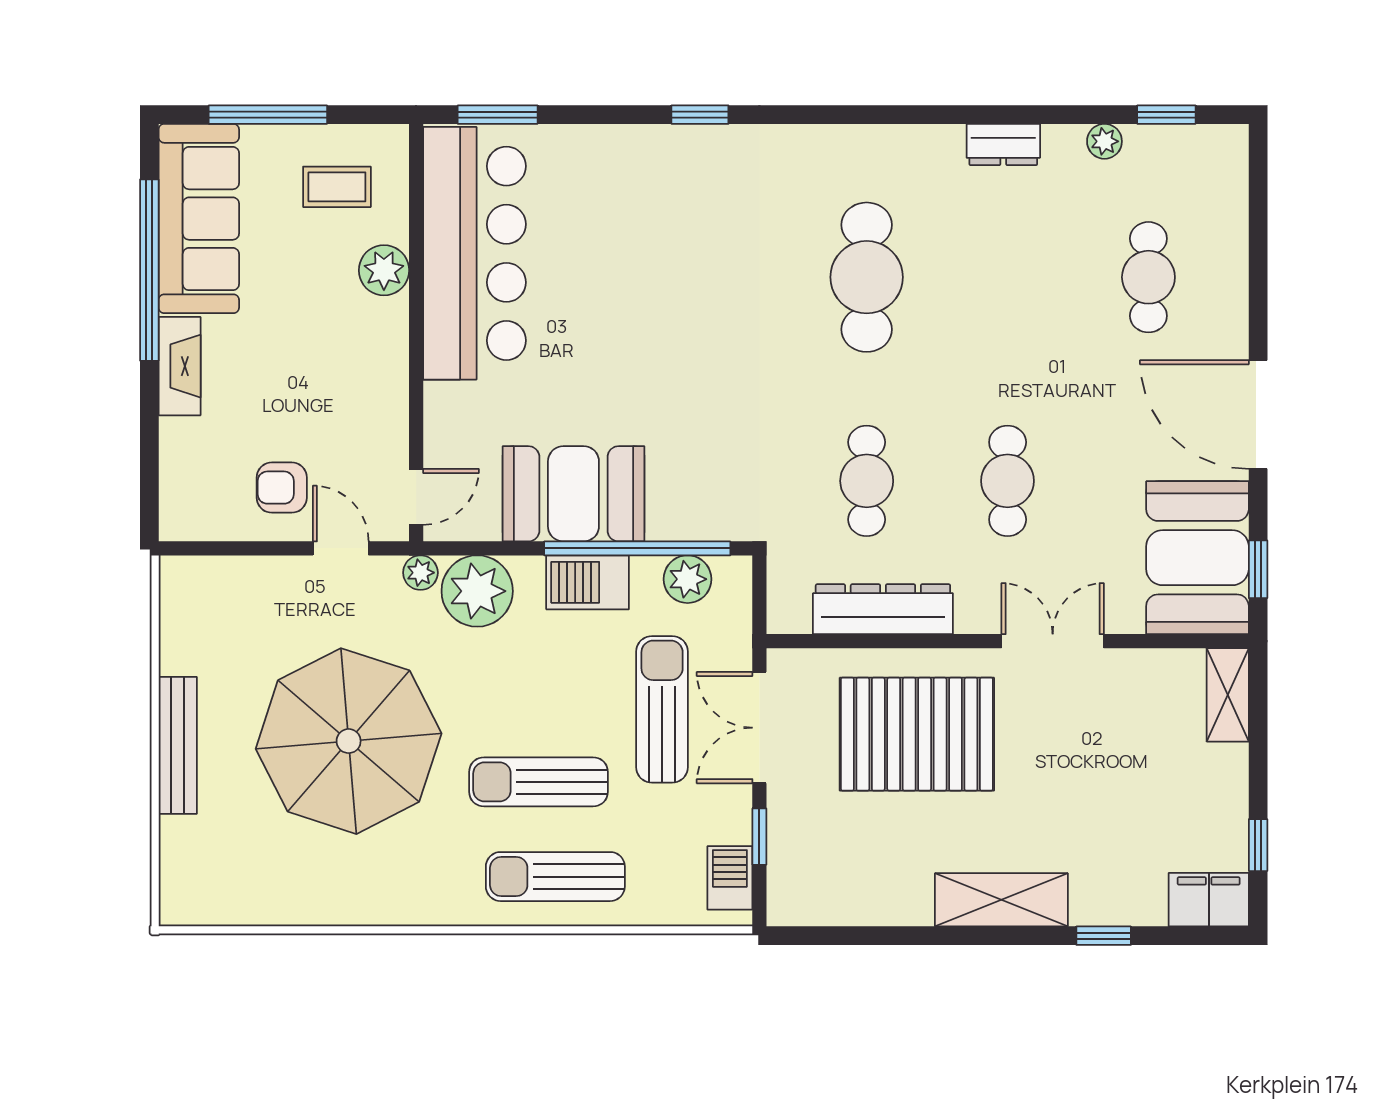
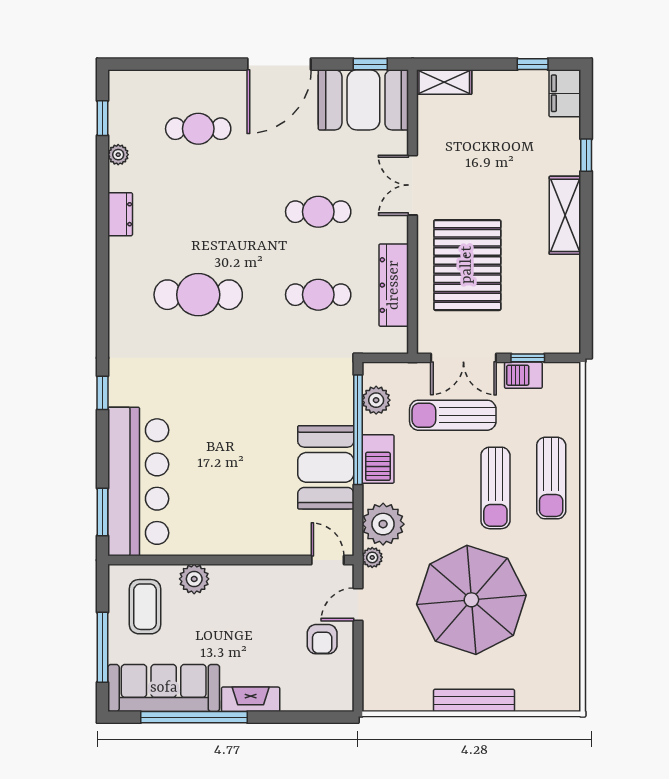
coffee table: (337, 187) -> (145, 607), width x1.36, depth x1.30
bar counter: (474, 253) -> (138, 482), moved, turned 90
barbecue: (730, 878) -> (523, 375), moved

